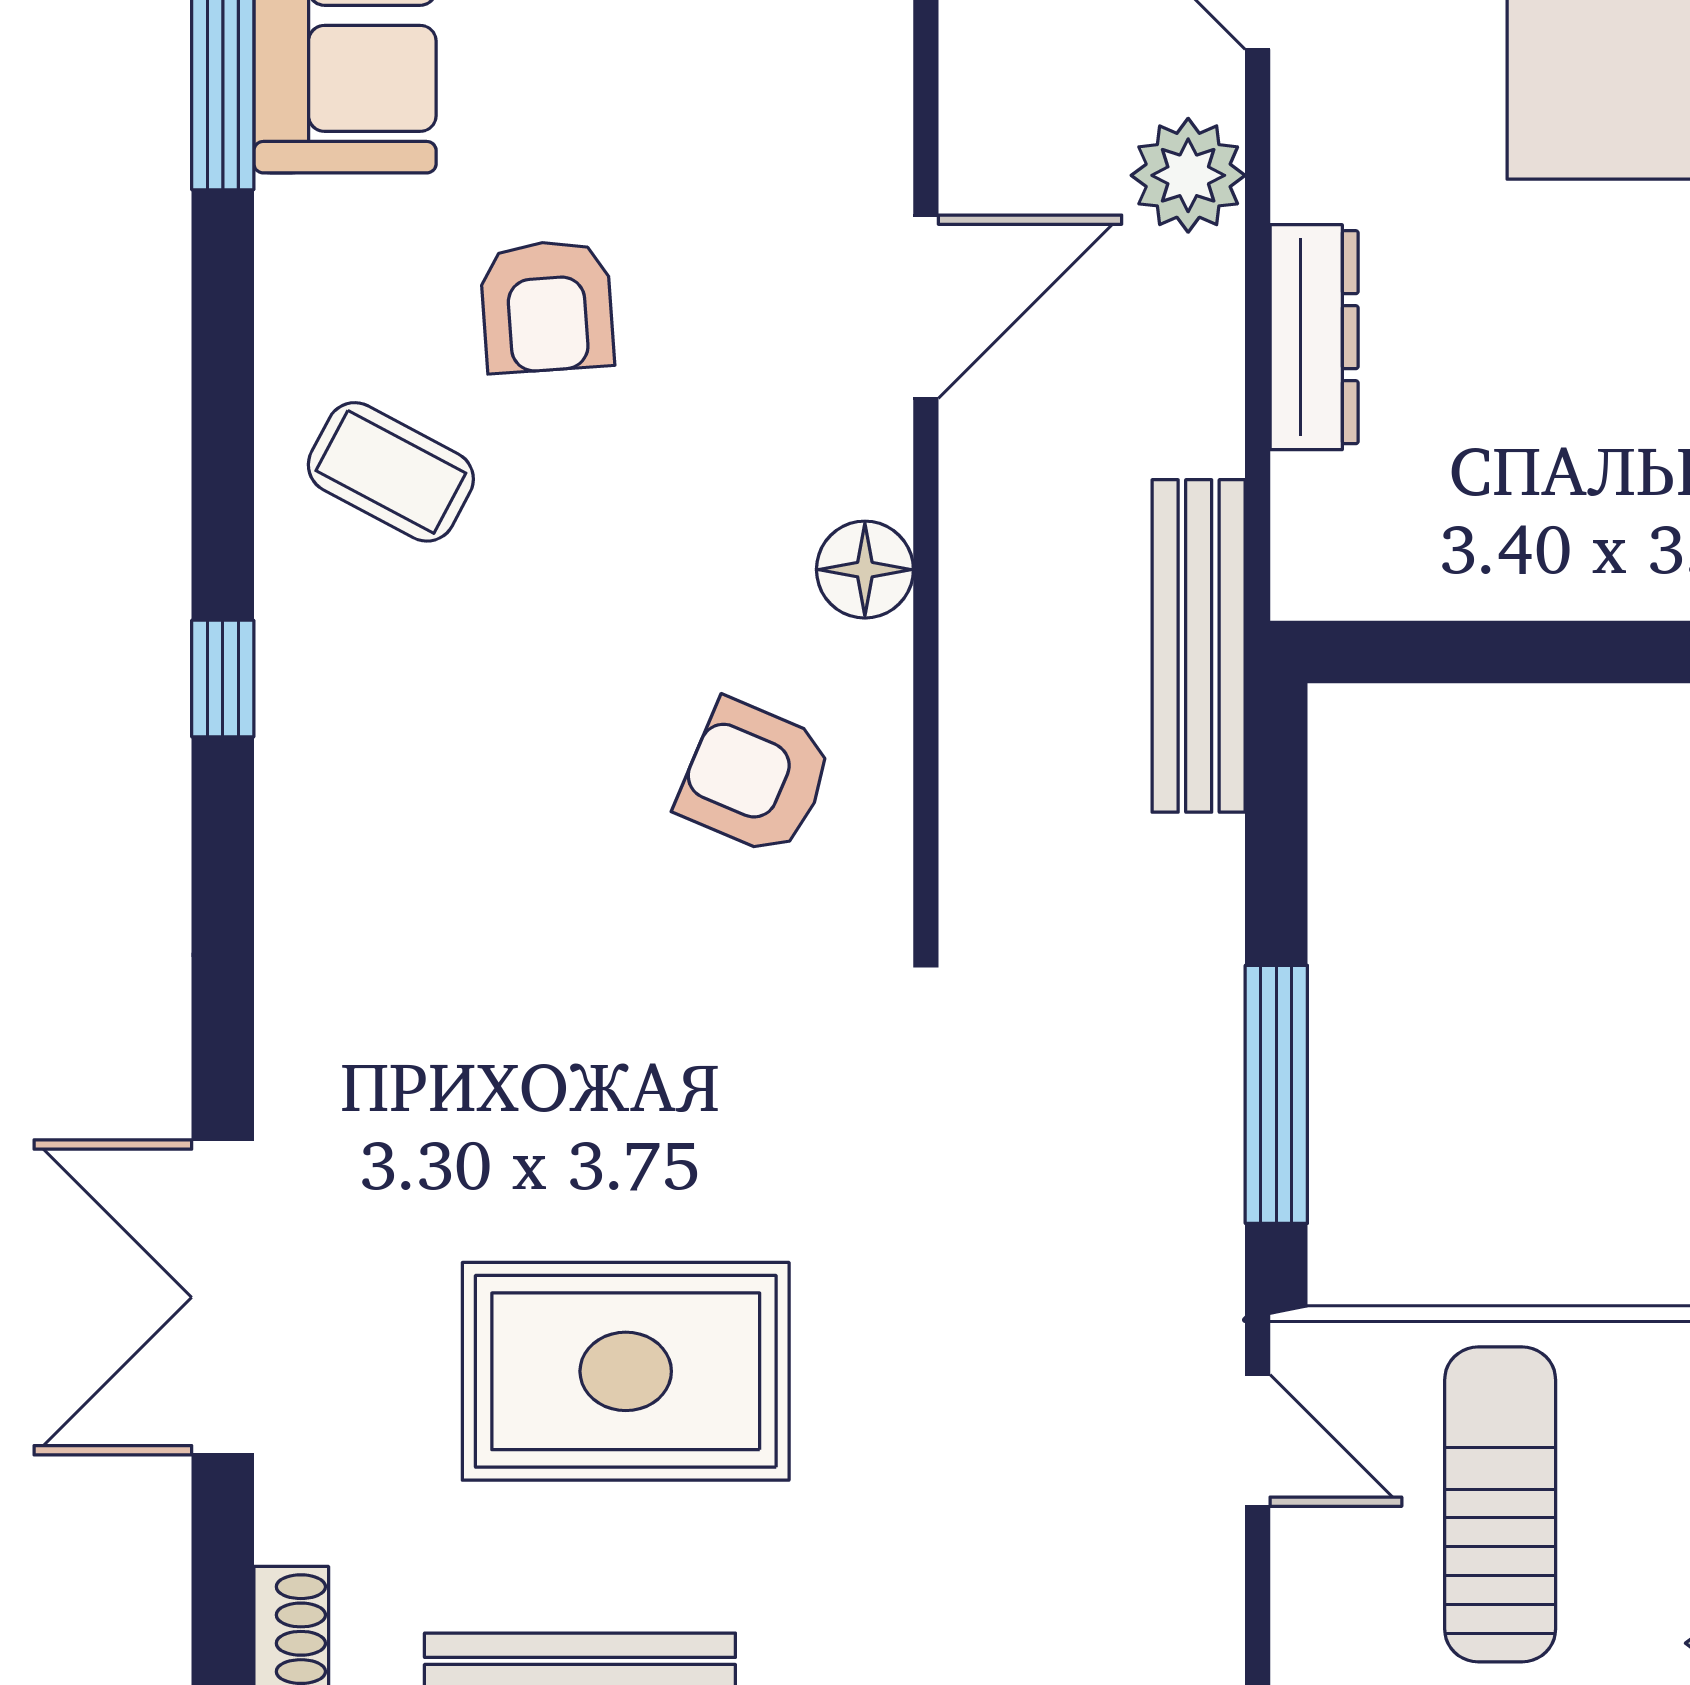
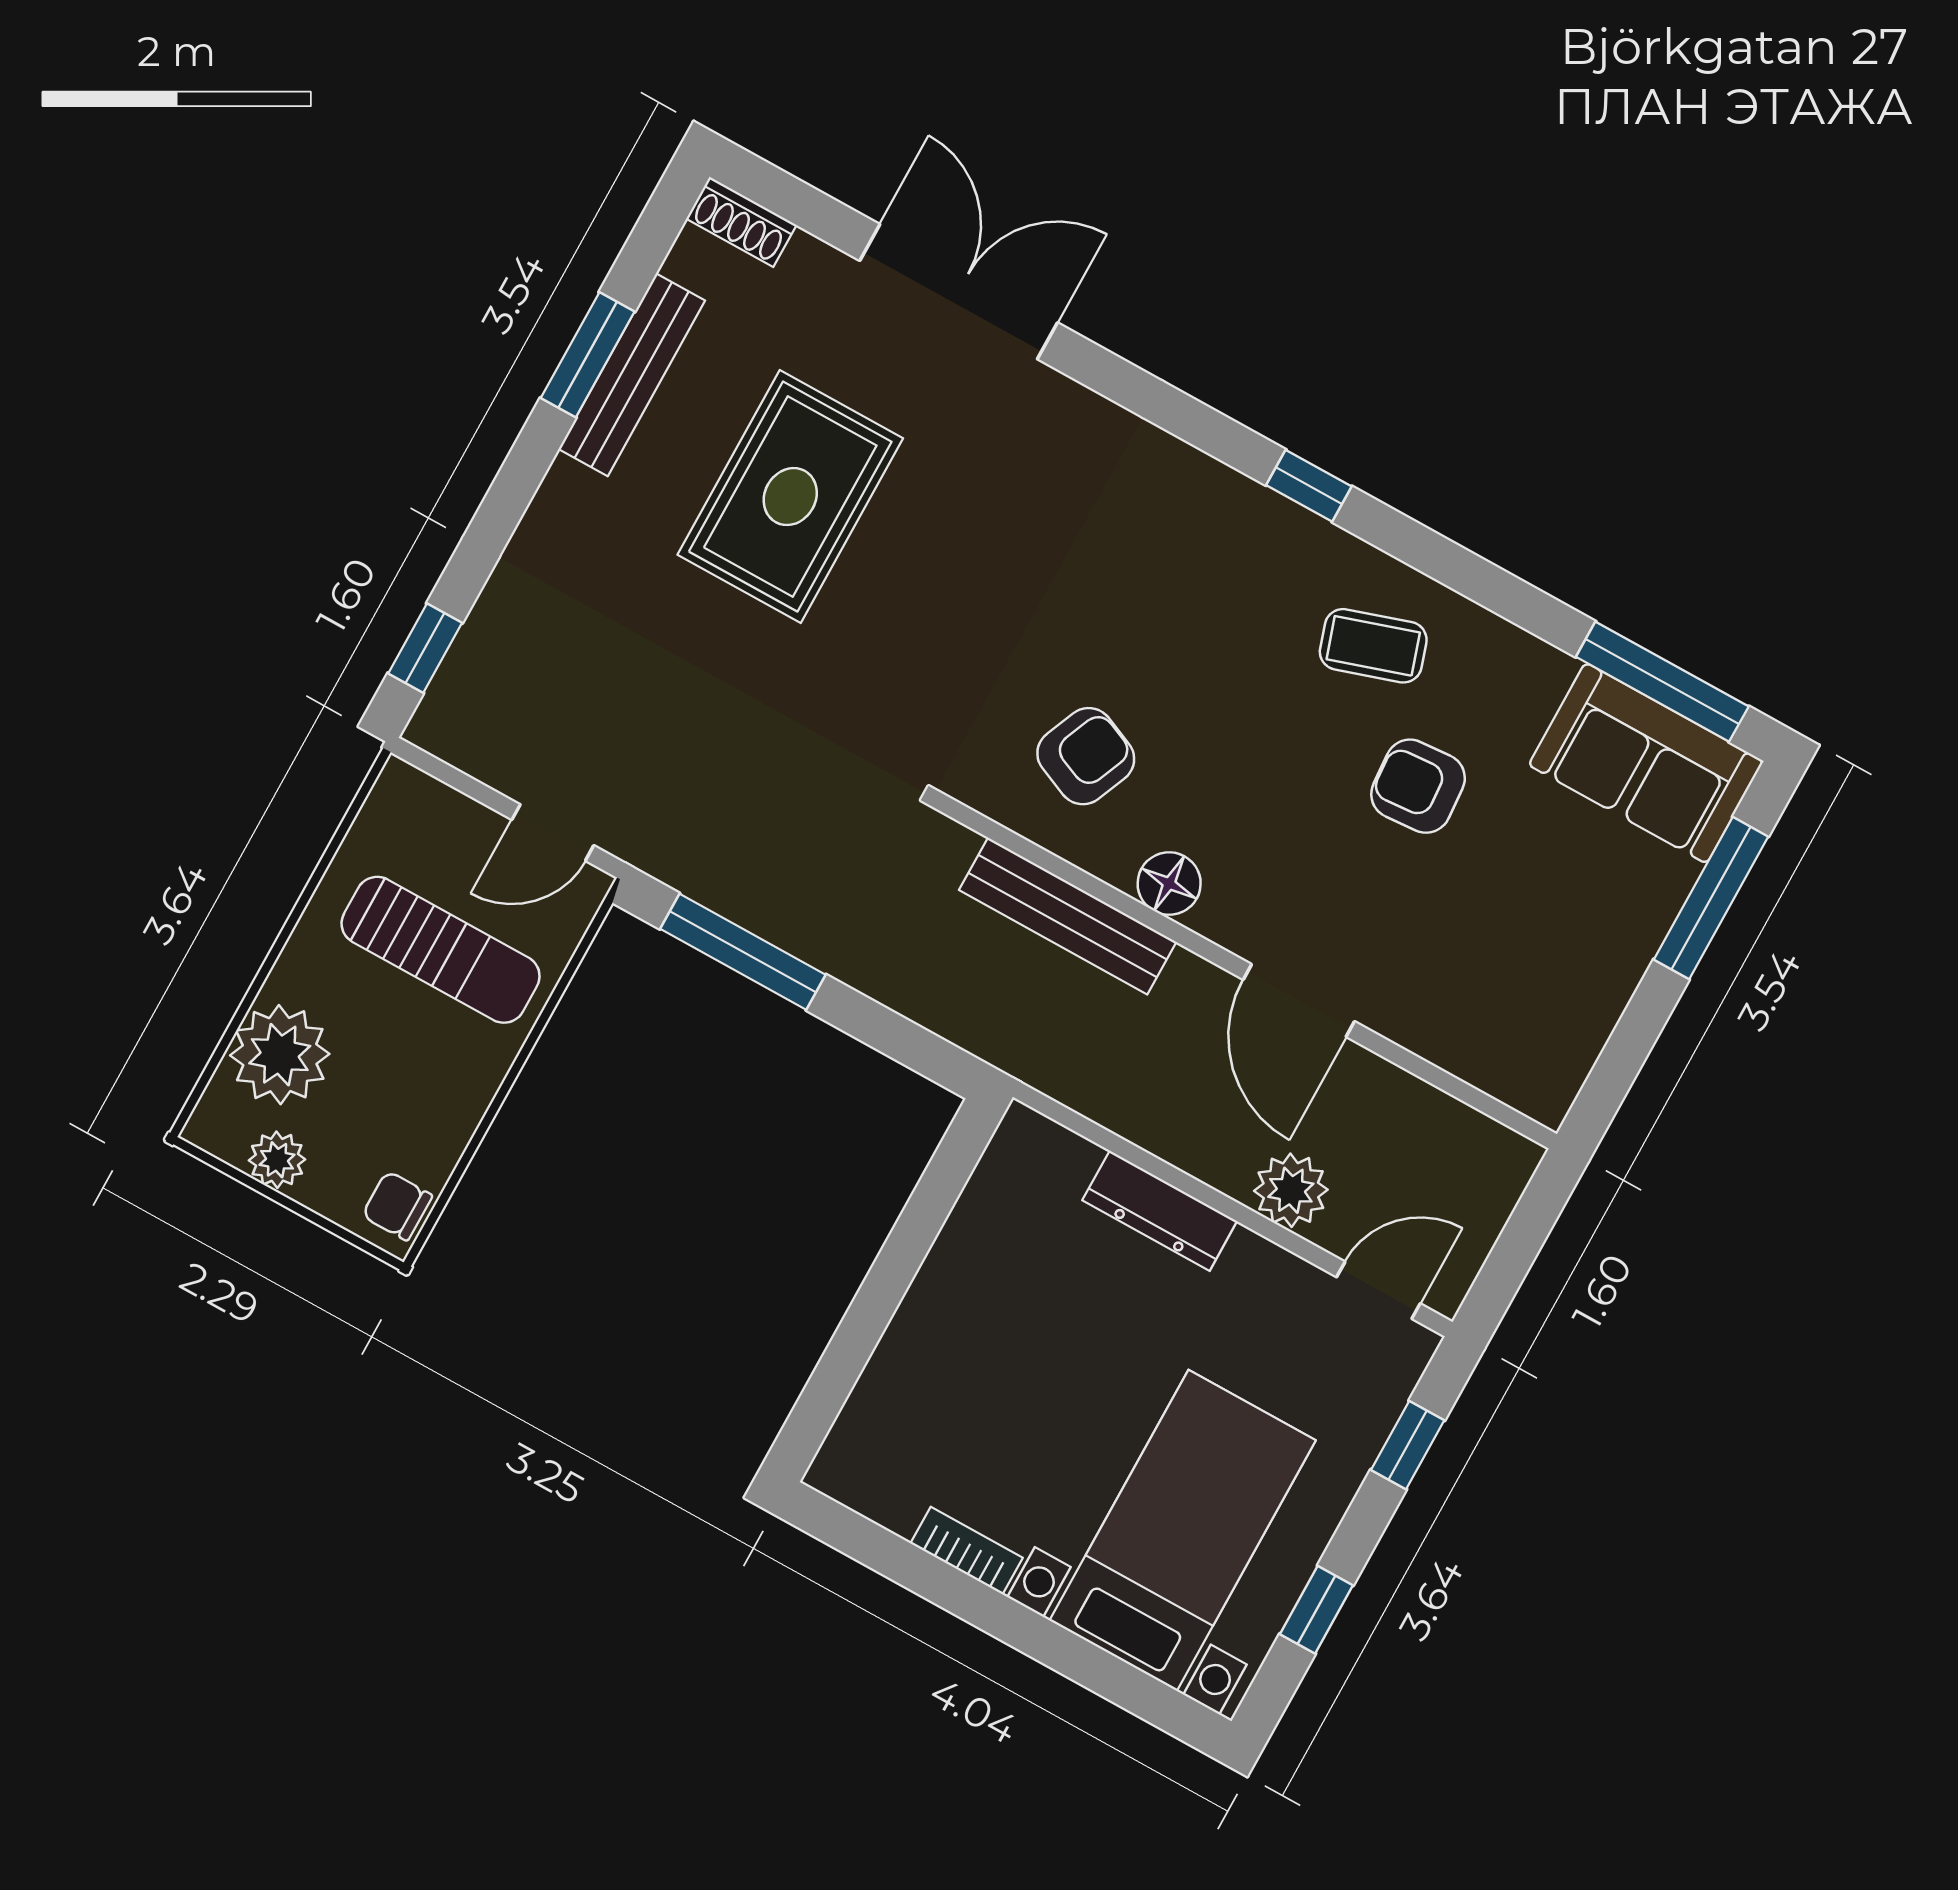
coffee table: (391, 472) -> (1373, 646), turned 44
bench: (1199, 646) -> (1068, 916), moved

